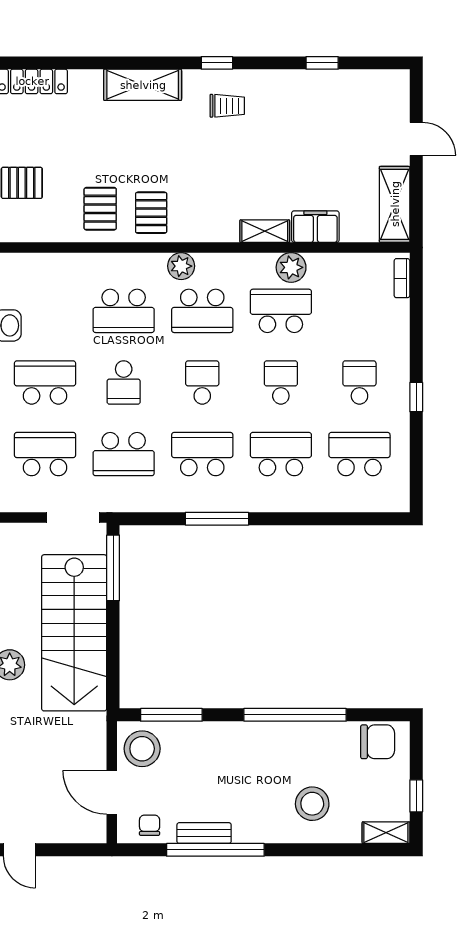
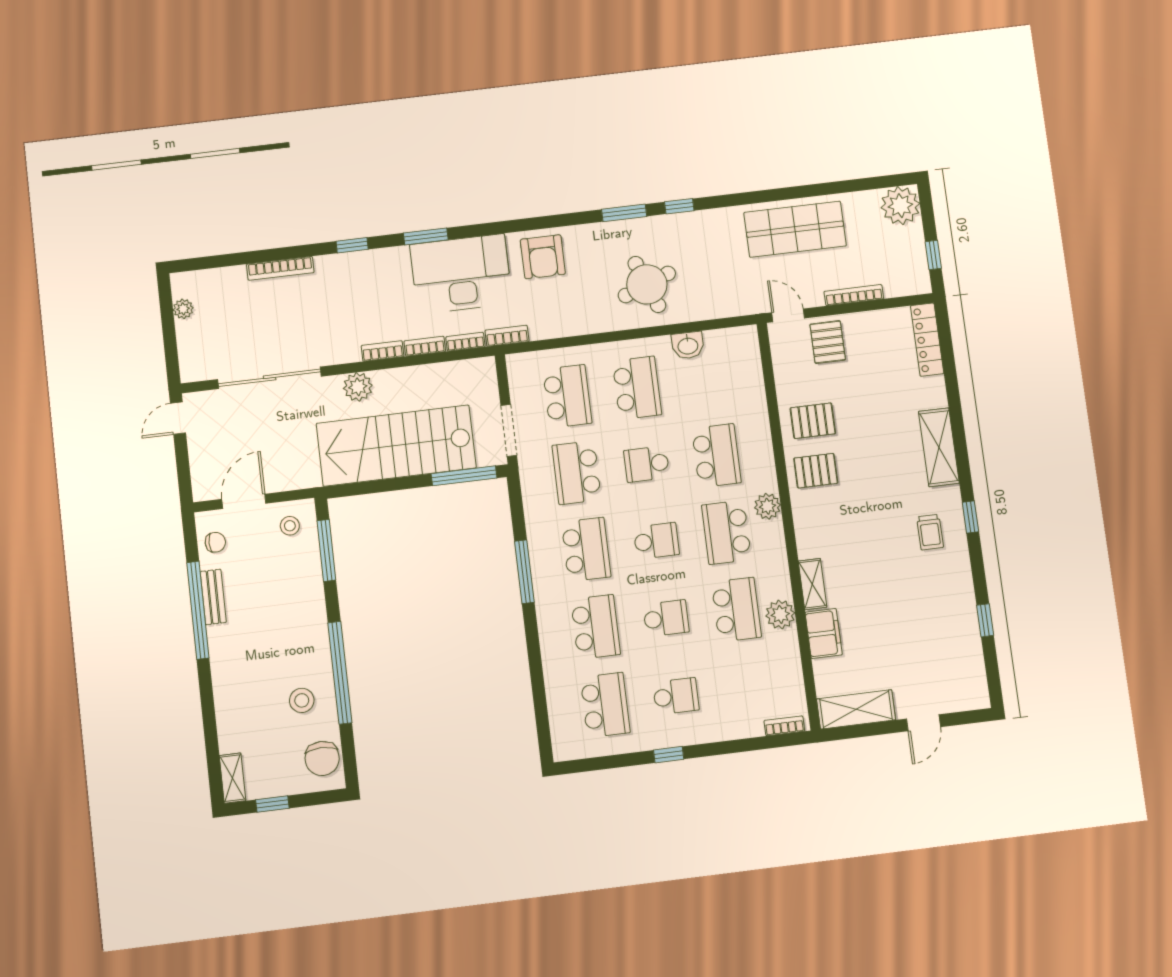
school desk: (124, 311) -> (716, 456), turned 180
stool: (142, 749) -> (290, 526), width x0.53, depth x0.53
stool: (312, 804) -> (302, 700), moved, width x0.73, depth x0.73

